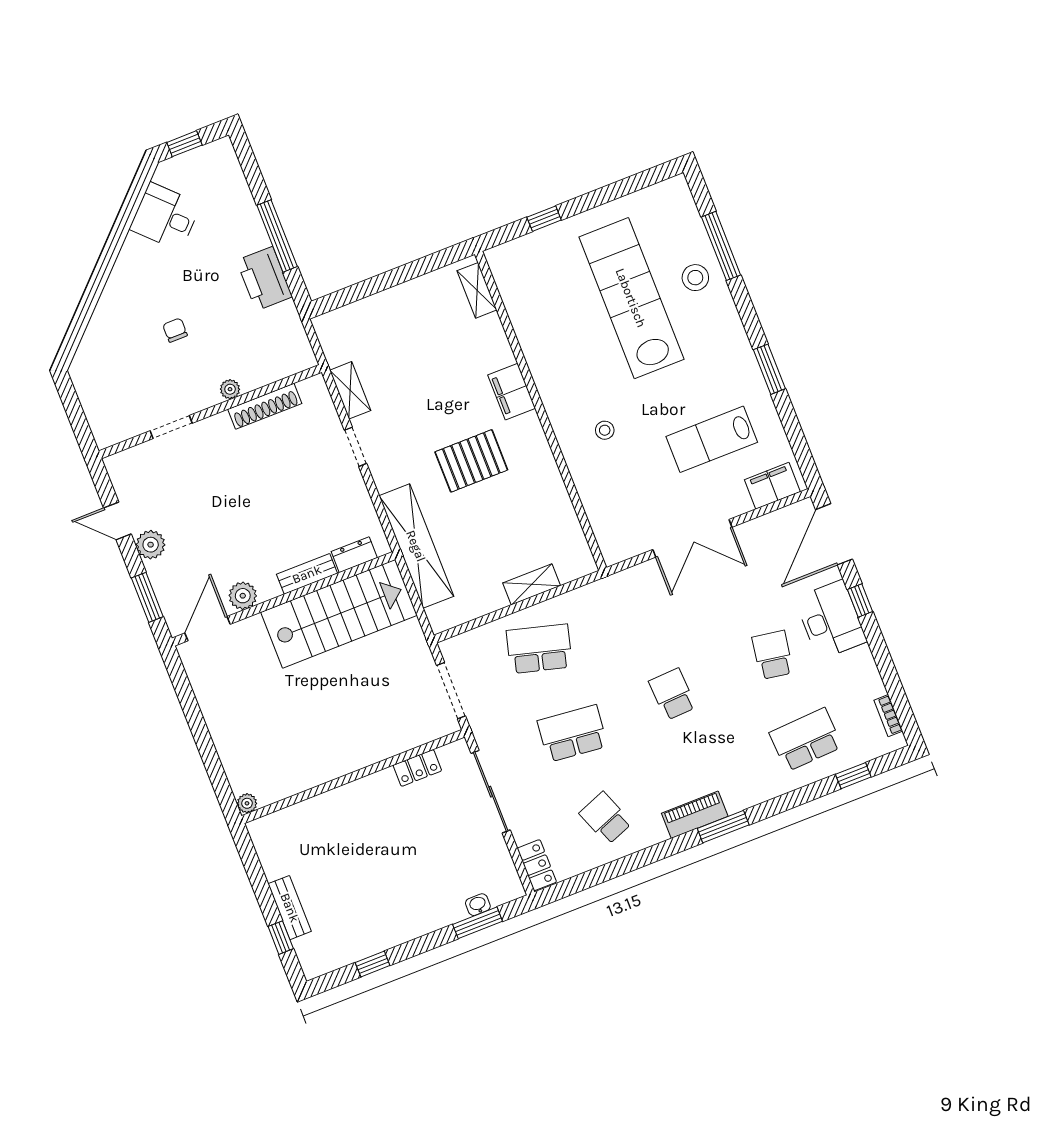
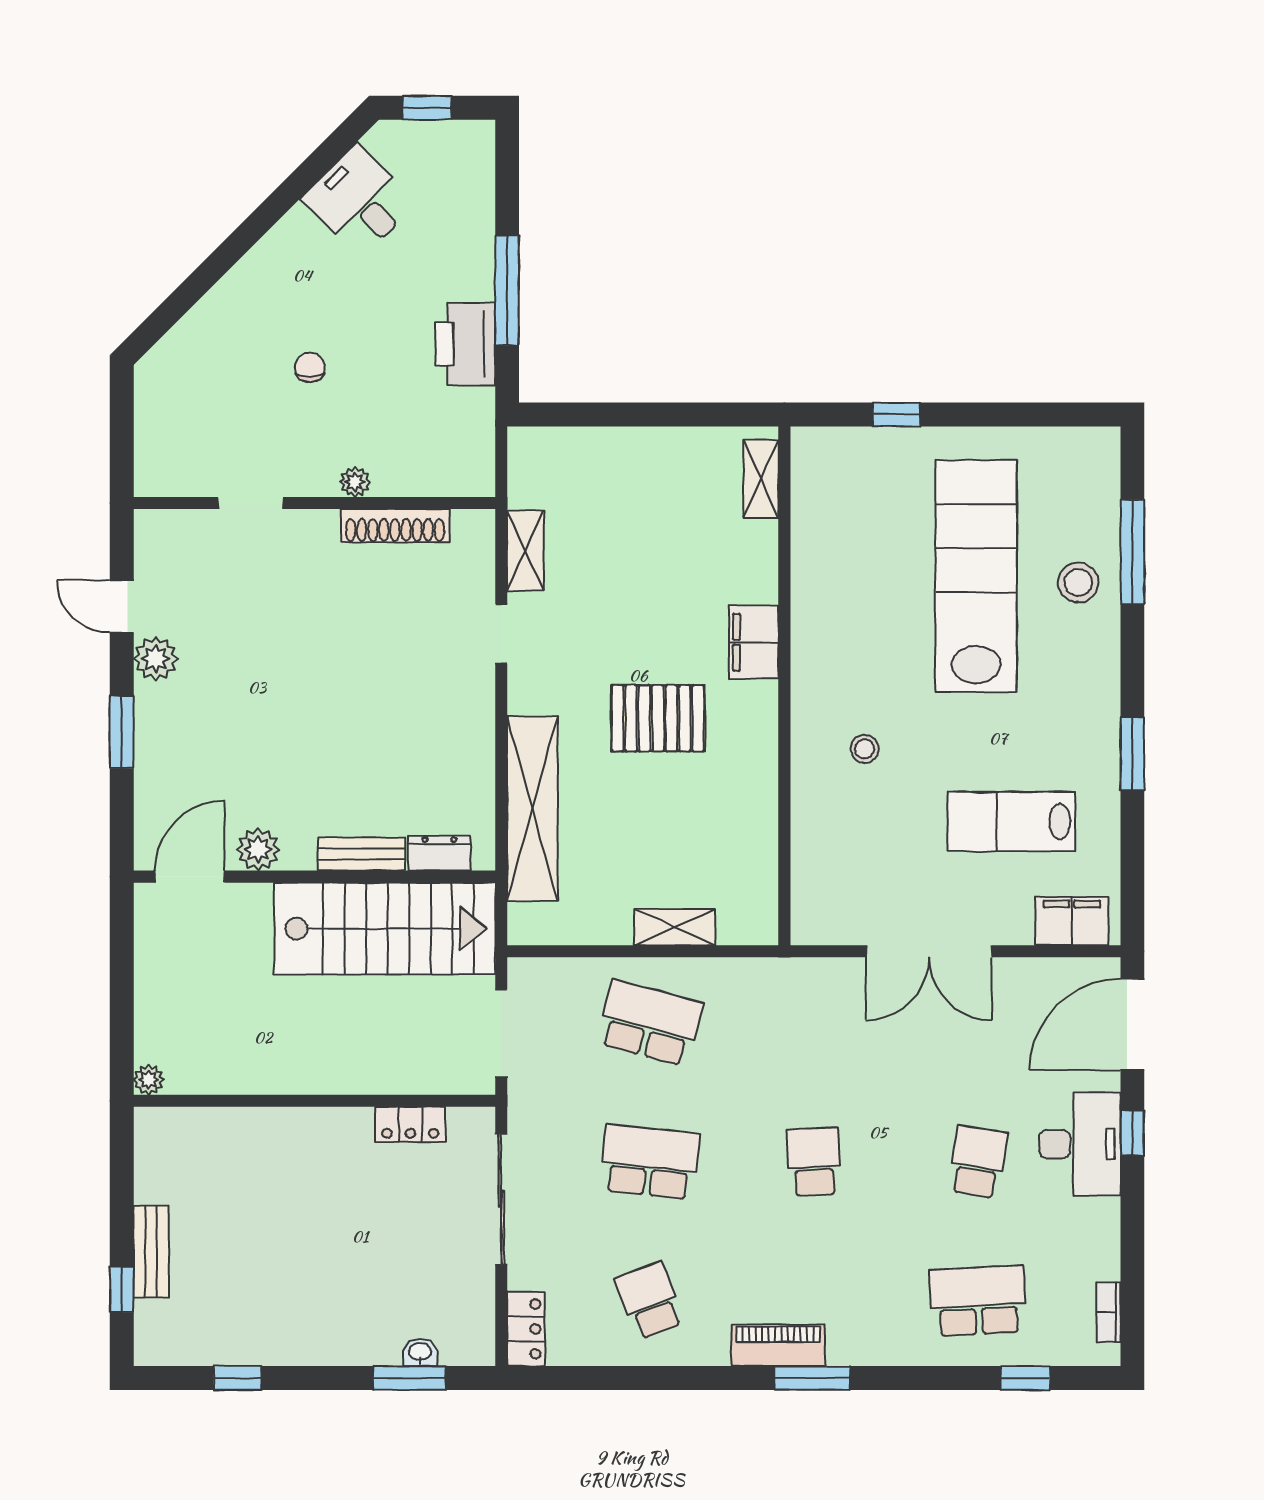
dresser: (354, 555) -> (439, 853), moved
bench: (307, 574) -> (362, 854), moved
plant: (243, 596) -> (258, 849), moved
wall: (284, 599) -> (314, 877), moved
stairs: (339, 614) -> (385, 929), moved
door: (207, 629) -> (190, 877), moved

